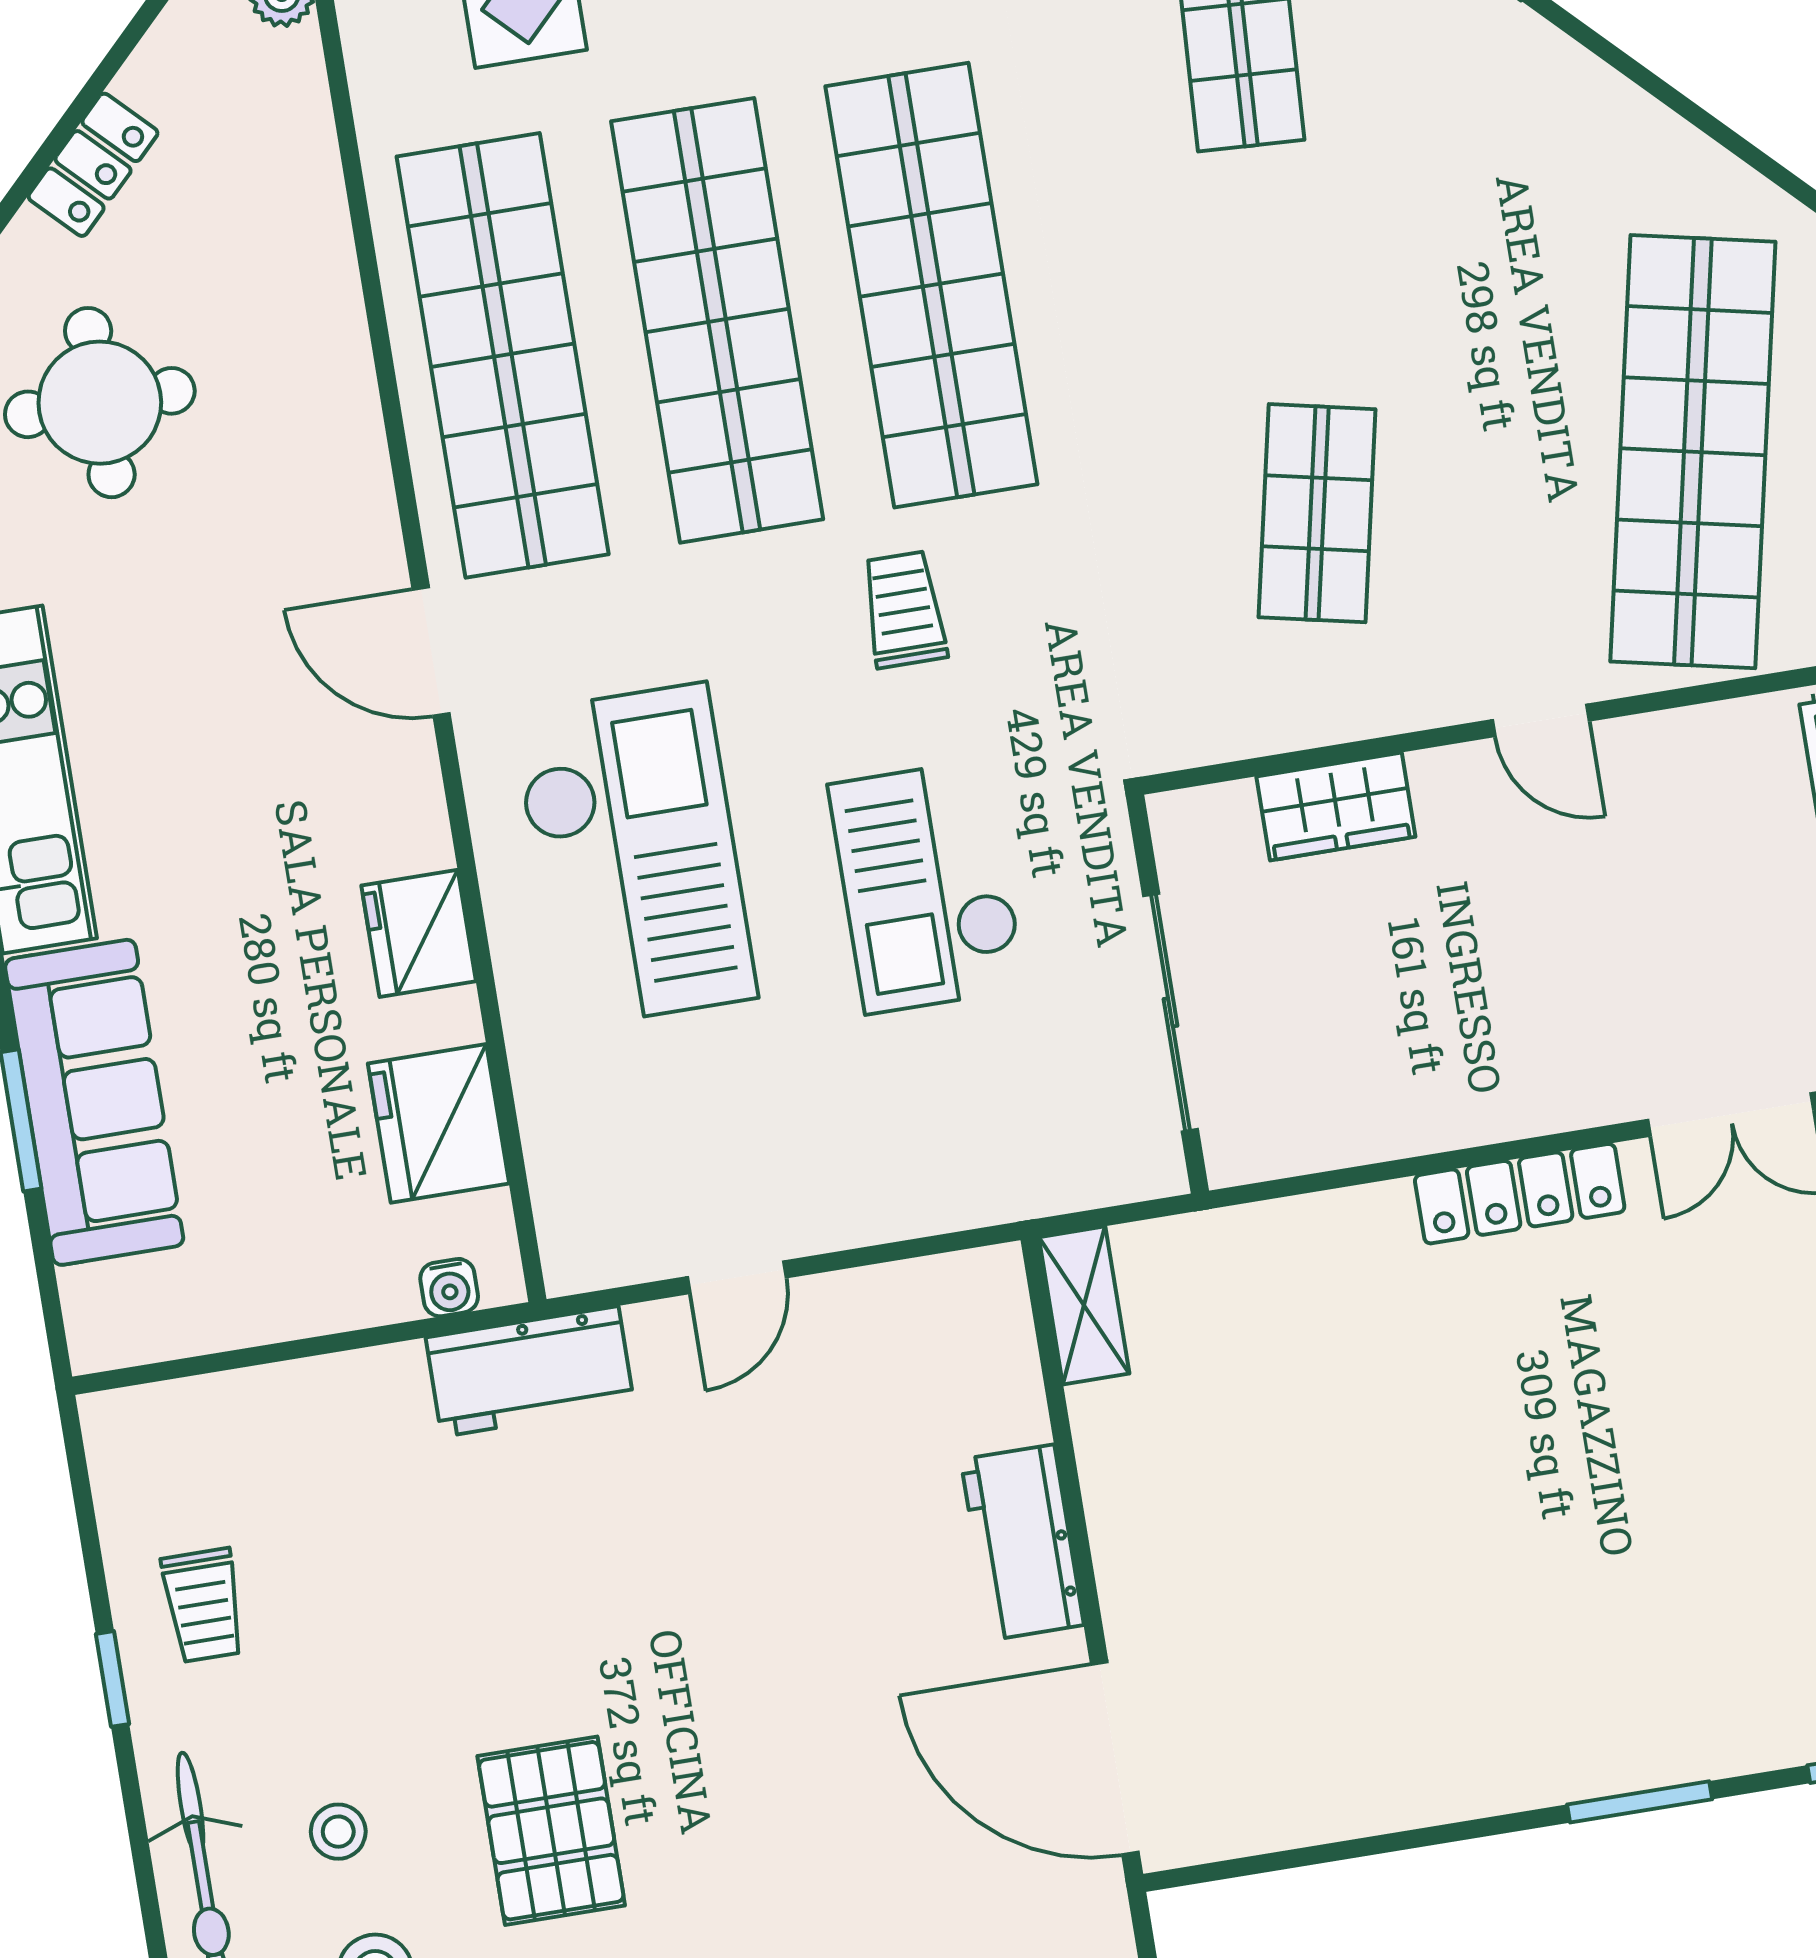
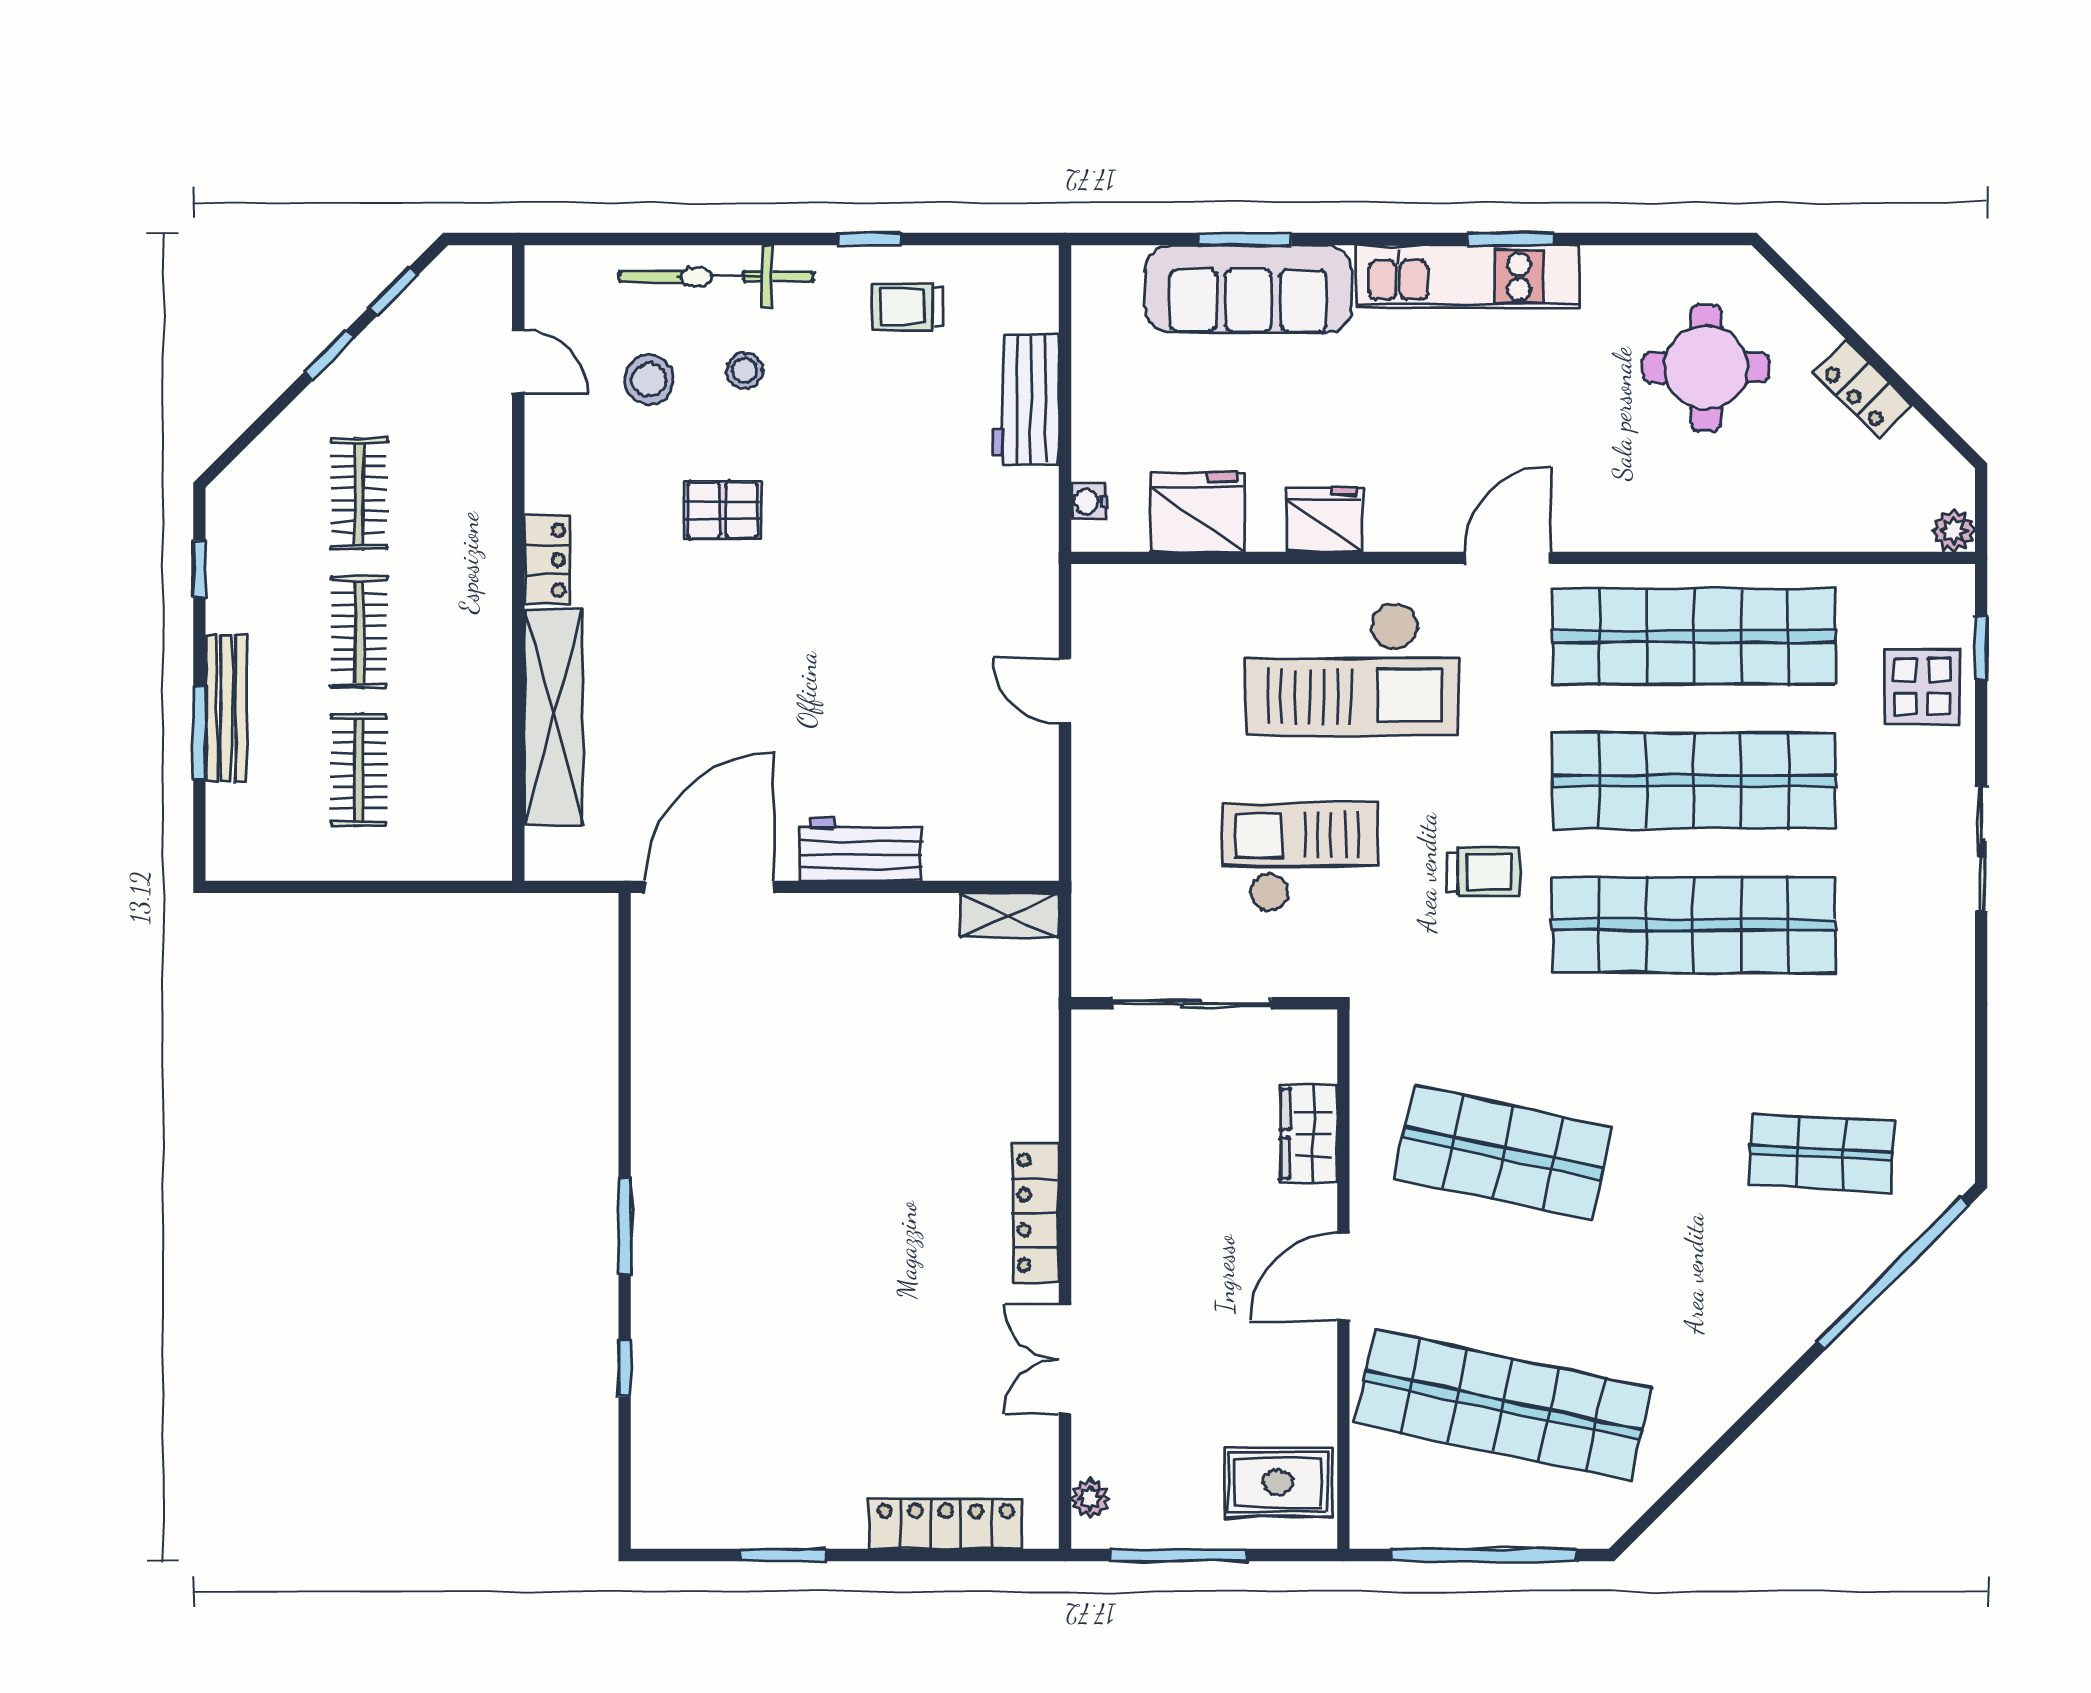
shop shelf: (1317, 513) -> (1503, 1153), width x1.43, depth x1.36
door: (1541, 720) -> (1343, 1277), width x1.38
workbench: (530, 1371) -> (1025, 400), moved
pallet: (551, 1831) -> (722, 510), width x0.67, depth x0.71

